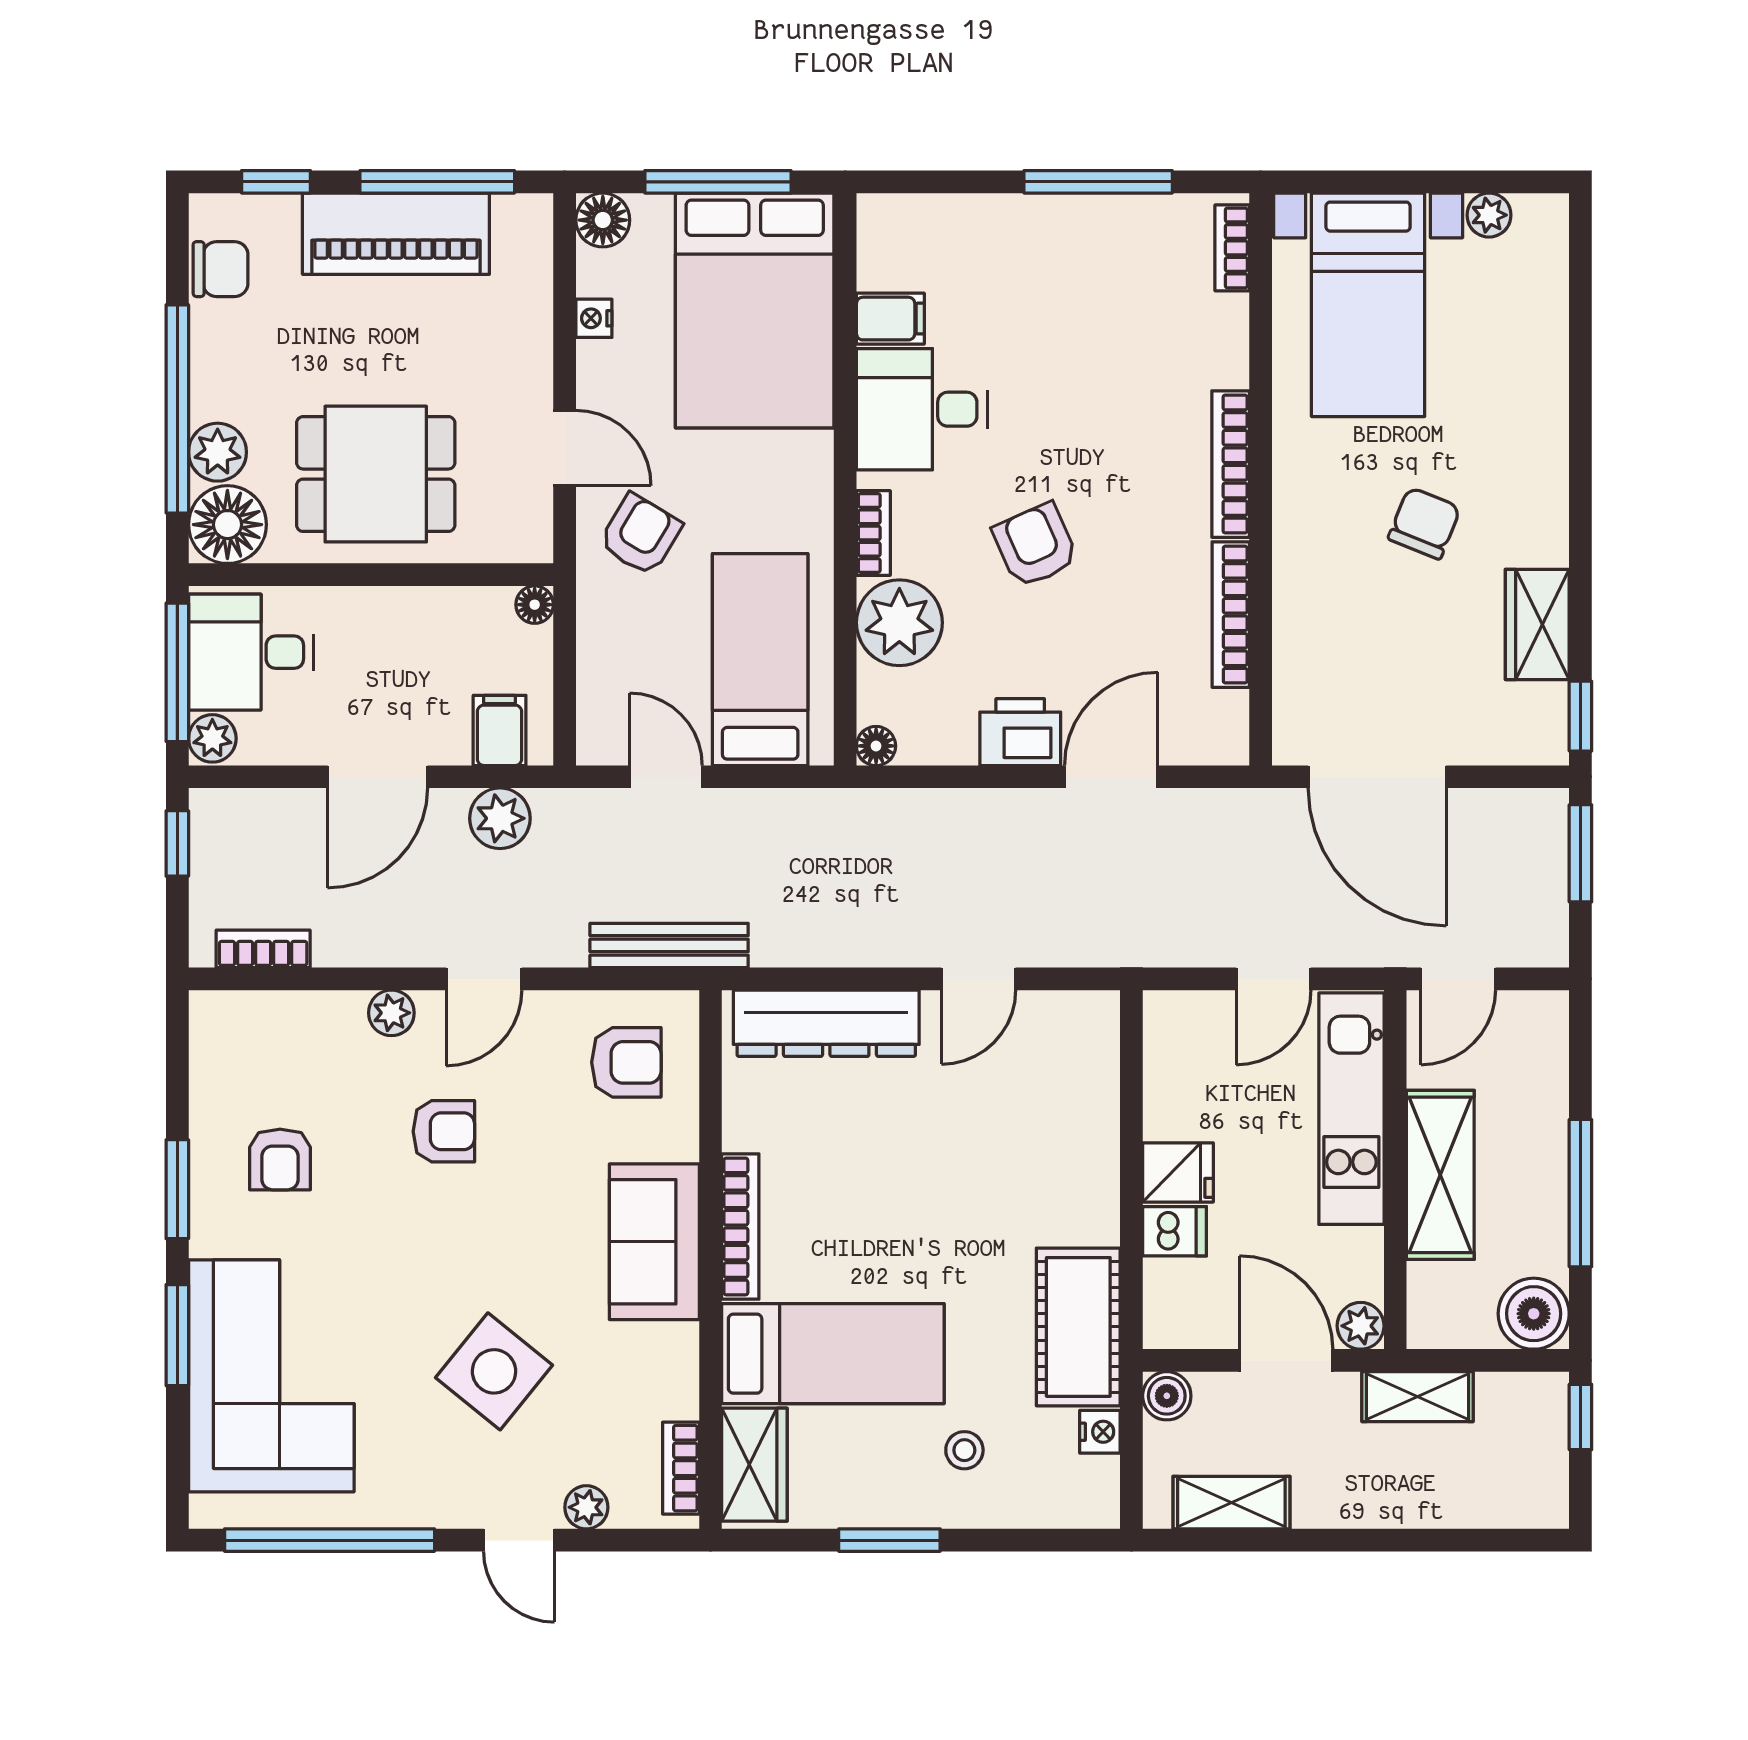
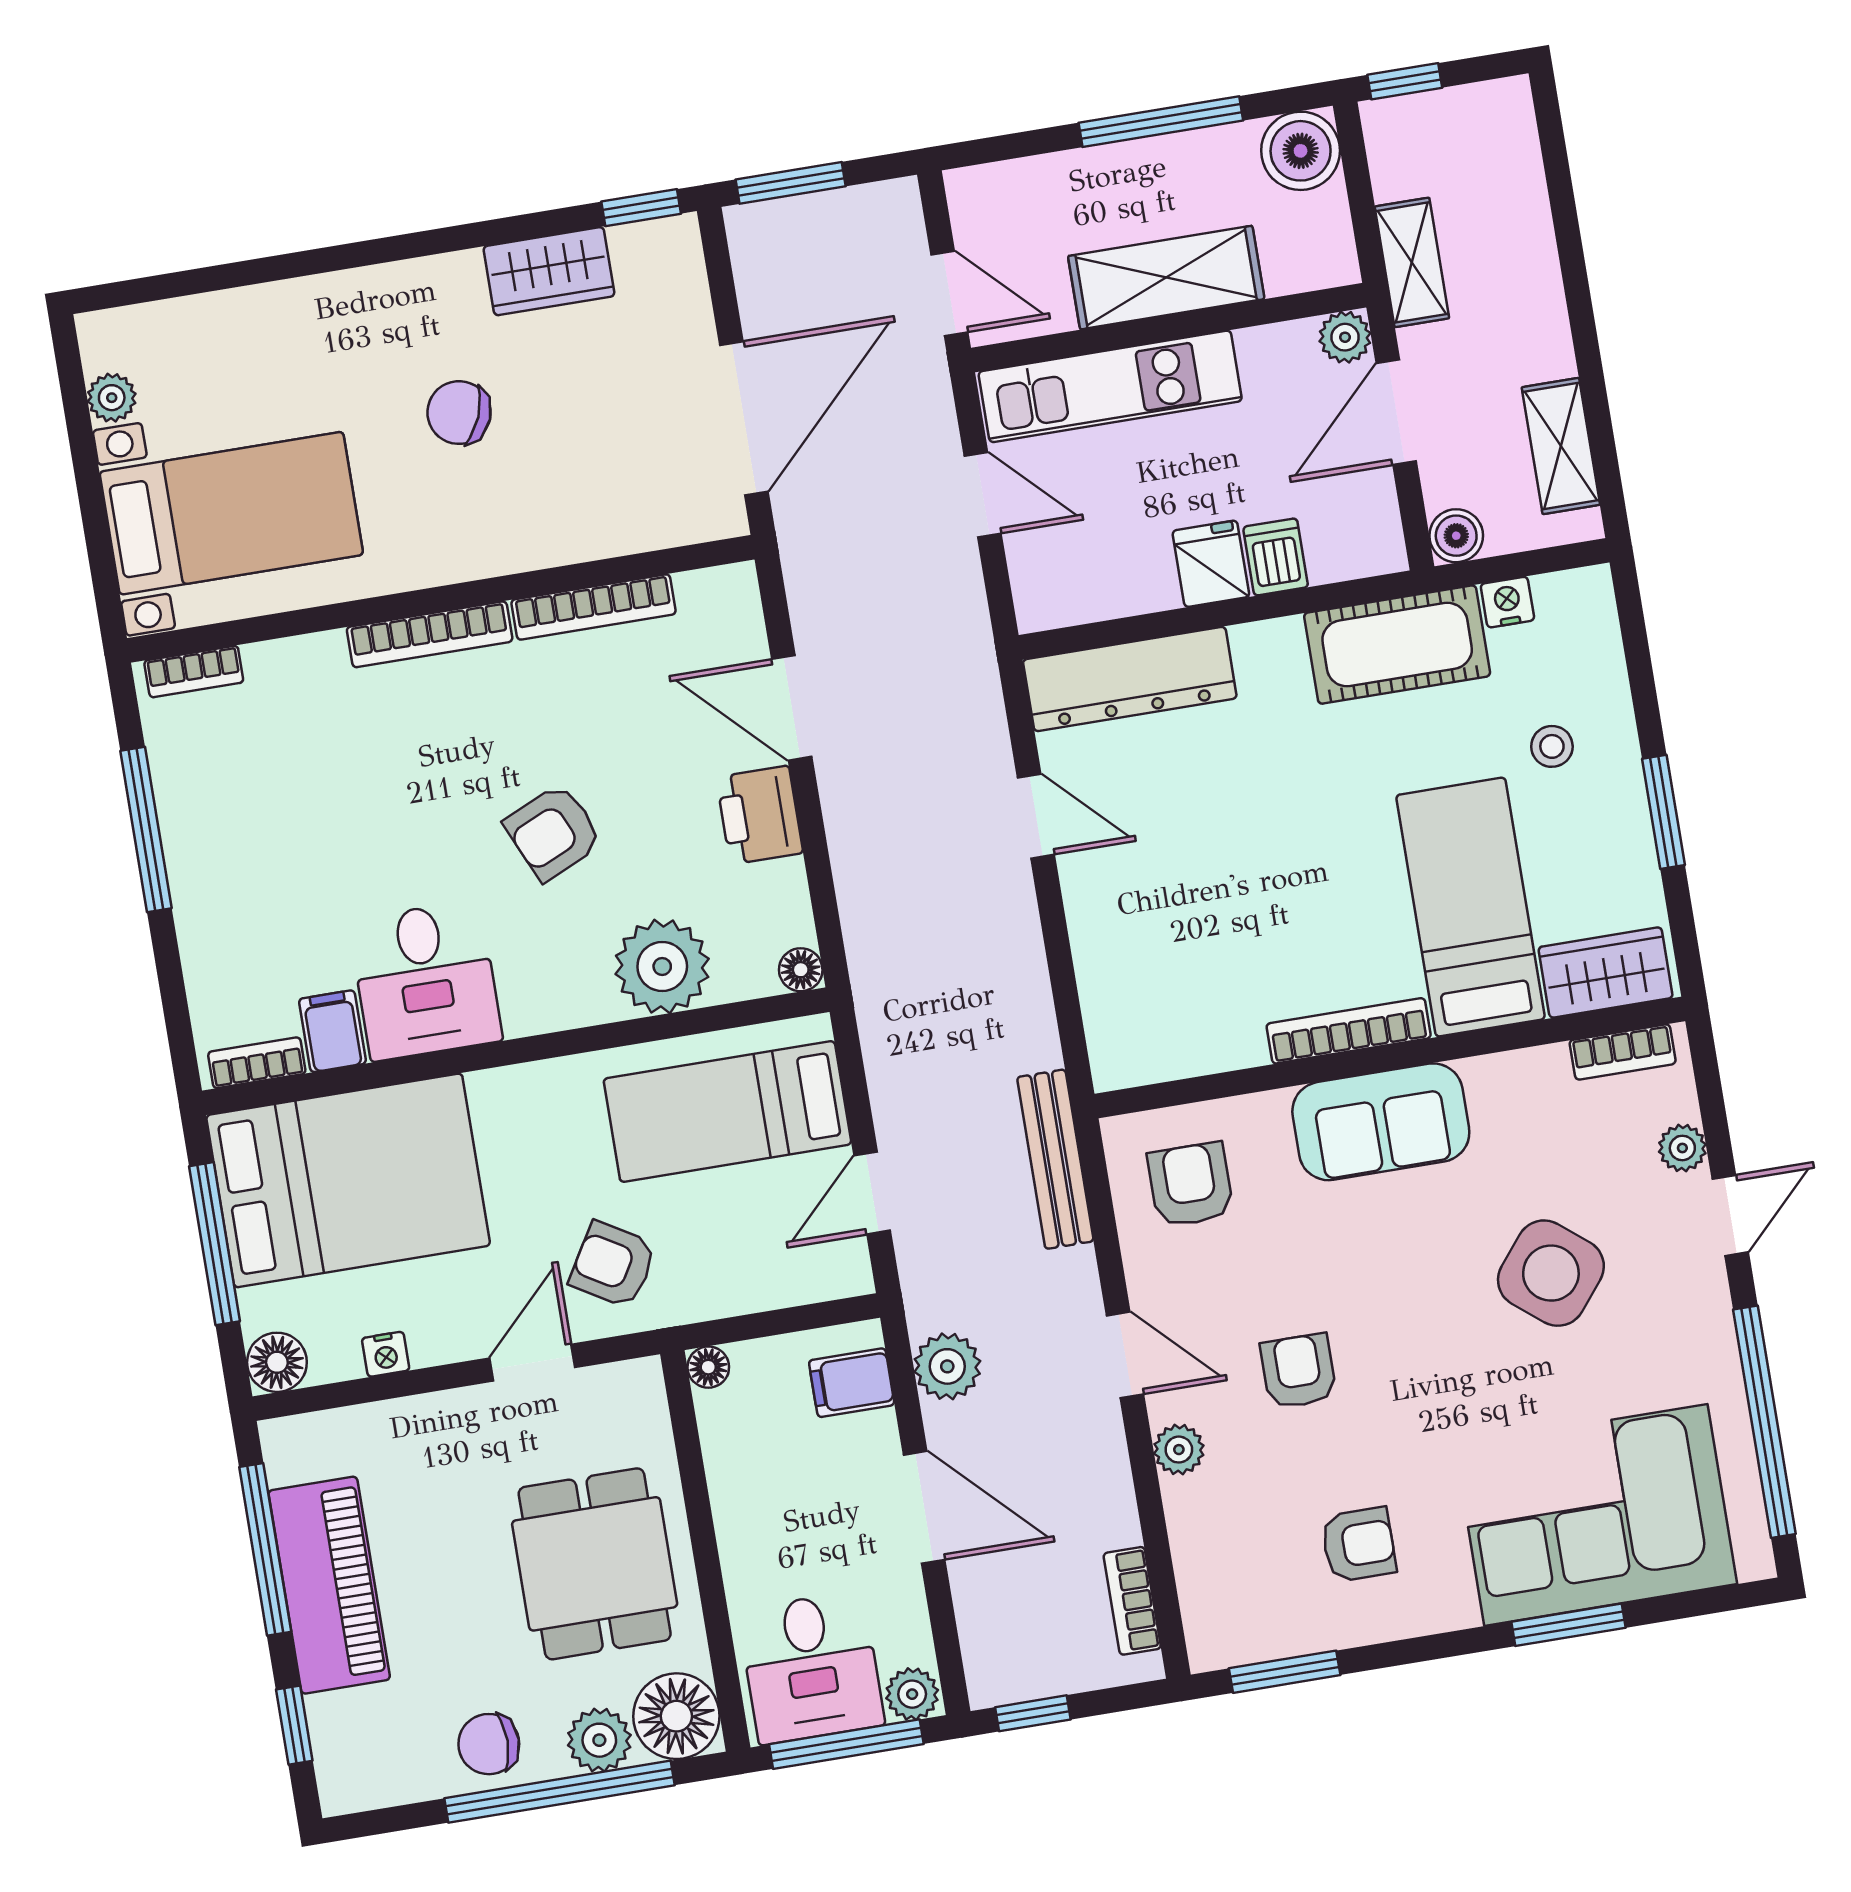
chair: (221, 269) -> (489, 1744), moved, turned -90
bookcase: (873, 533) -> (257, 1063), moved
dresser: (826, 1023) -> (1130, 679), moved, turned 90
window: (177, 1189) -> (1285, 1672), moved

